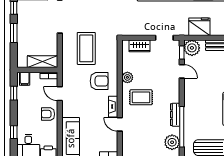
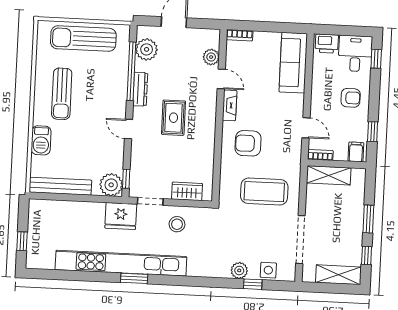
stool: (145, 23) -> (177, 224), added
fridge: (199, 27) -> (121, 216), moved
coffee table: (86, 48) -> (264, 192), turned 90
door: (182, 71) -> (129, 129), moved
plant: (127, 77) -> (211, 57), moved
rug: (141, 97) -> (173, 118), moved, turned 90
armchair: (48, 114) -> (351, 98), moved
window: (14, 132) -> (376, 59), moved

